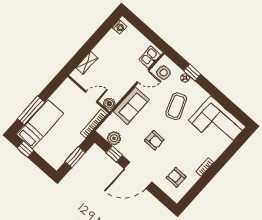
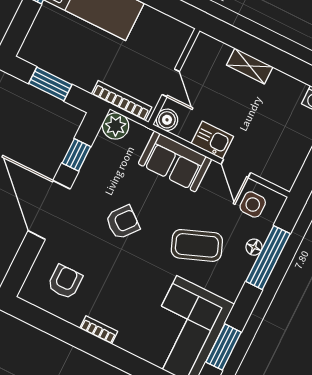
kitchen sink: (150, 57) -> (212, 140), moved
shelving: (87, 63) -> (250, 66), moved
window: (192, 72) -> (268, 258), width x2.17
window: (231, 107) -> (224, 347), added
plant: (114, 138) -> (116, 126), moved
armchair: (154, 140) -> (123, 222), turned -141

